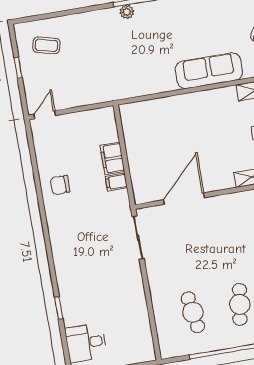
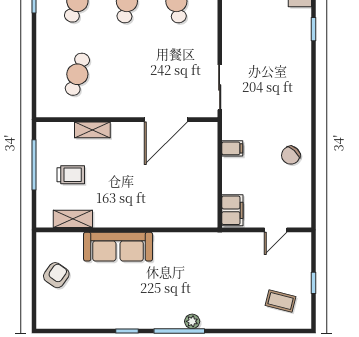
door: (45, 115) -> (276, 230), moved
filing cabinet: (112, 158) -> (232, 210), moved
chair: (60, 185) -> (291, 155), turned 133

